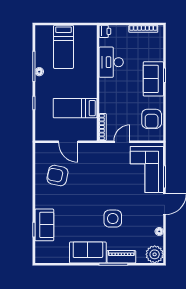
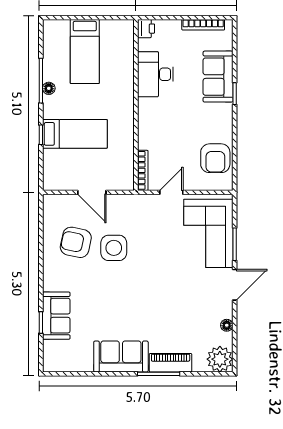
sofa: (153, 79) -> (218, 77), moved
bed: (75, 108) -> (75, 134), moved, turned 180
side table: (113, 219) -> (114, 248), moved

